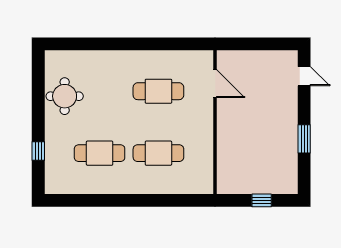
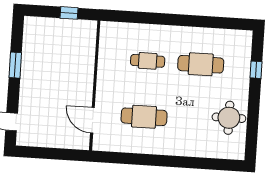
cafe table: (158, 153) -> (148, 61), width x0.73, depth x0.74
window: (262, 200) -> (69, 13), moved

